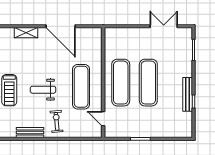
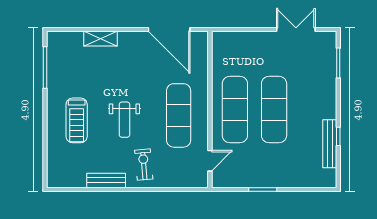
door: (61, 26) -> (169, 30), moved
weight bench: (43, 90) -> (124, 120), turned -90
bench: (188, 94) -> (330, 144), moved
door: (103, 119) -> (210, 161), swing flipped

